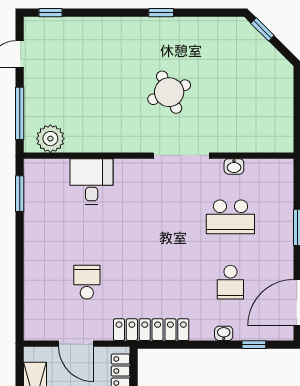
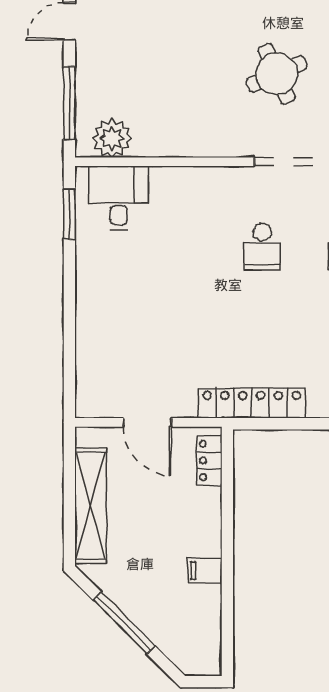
desk: (92, 182) -> (119, 198), moved
school desk: (87, 282) -> (262, 247), moved, turned 180

